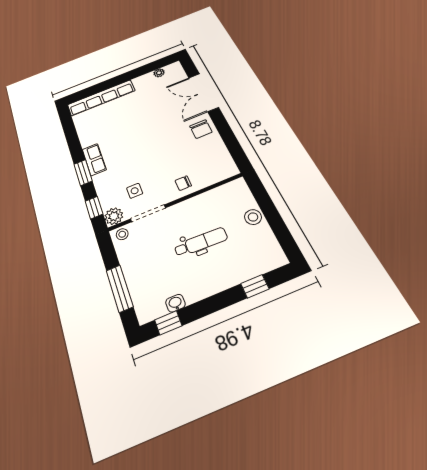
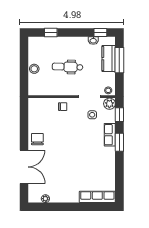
row of seats: (101, 98) -> (97, 197), width x0.73
row of seats: (94, 159) -> (110, 135), moved
kitchen counter: (138, 284) -> (109, 59), added

